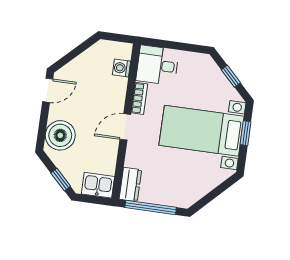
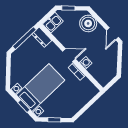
desk: (157, 65) -> (85, 91), removed
washing machine: (121, 68) -> (86, 63), moved
door: (125, 127) -> (69, 55), hinge flipped

